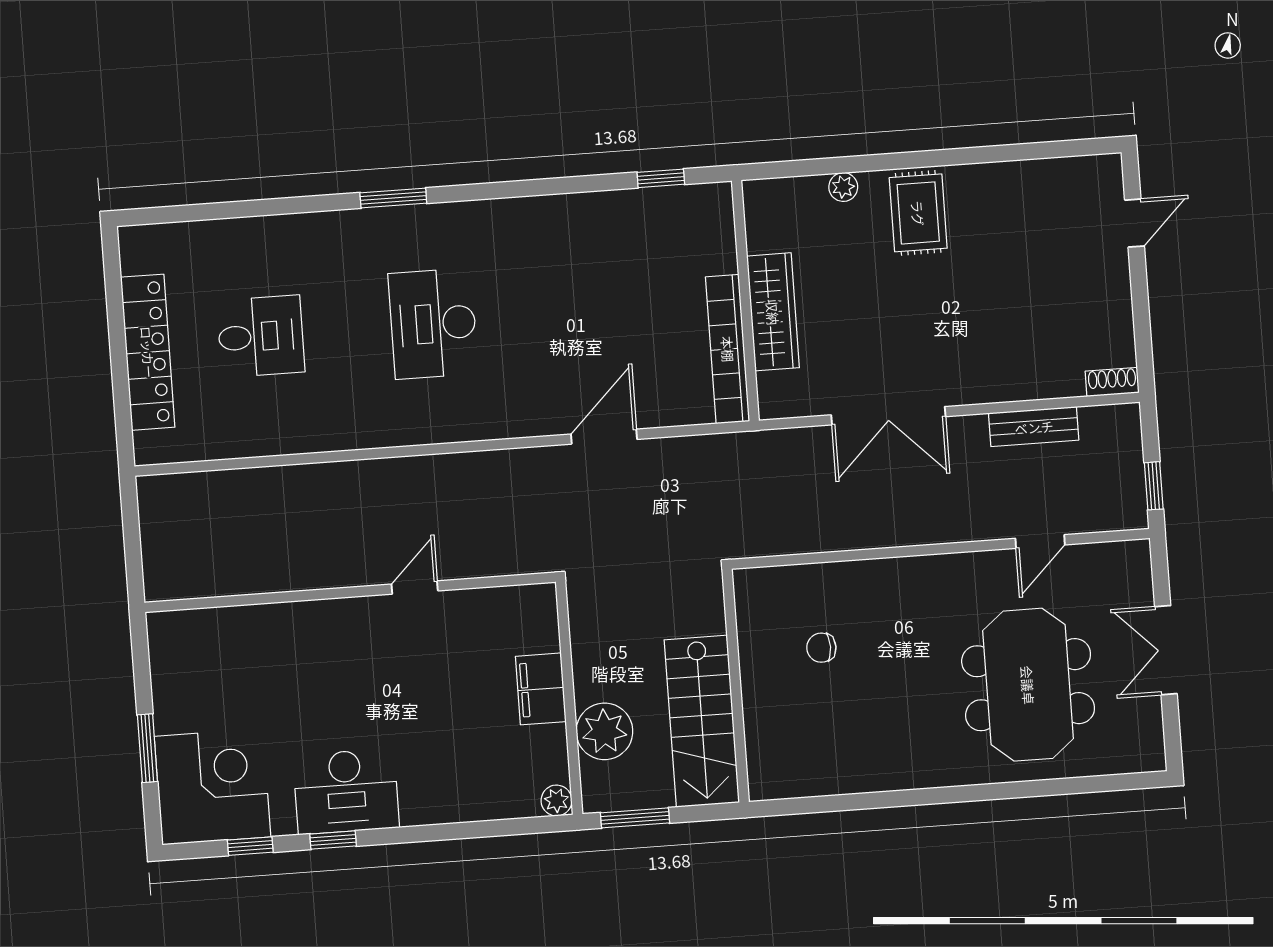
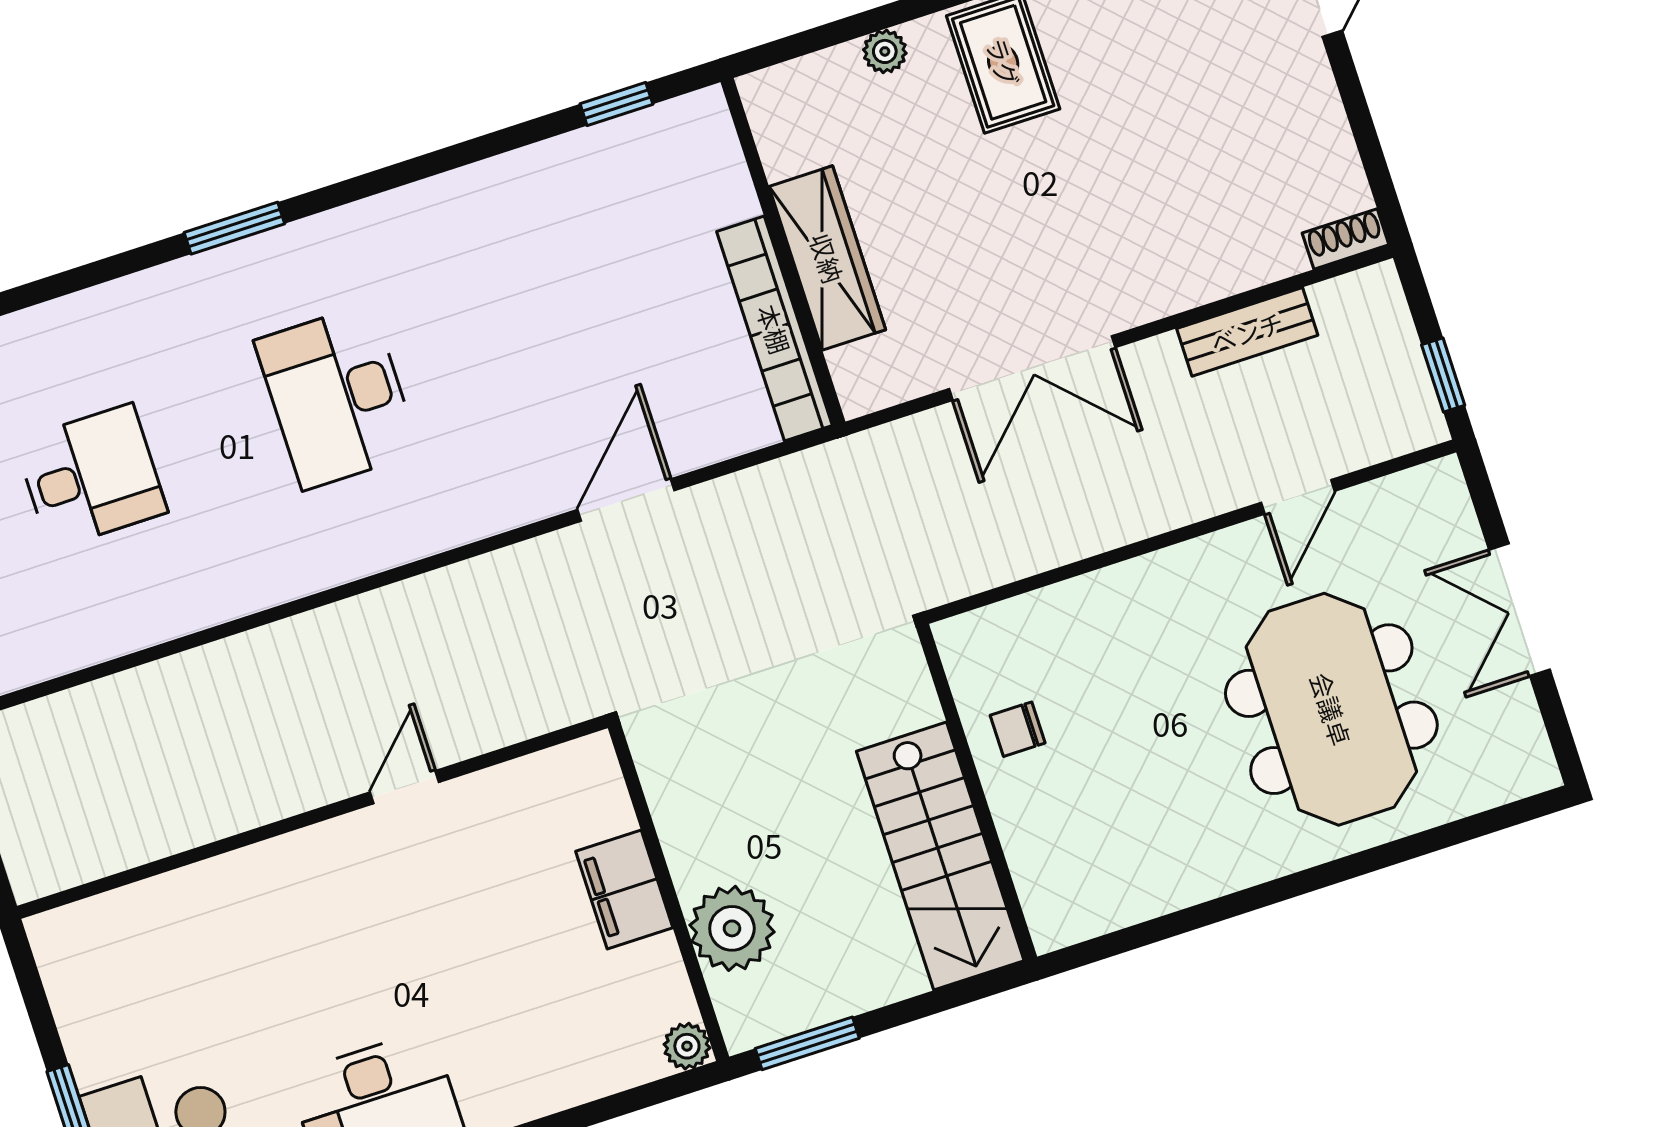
wall: (736, 686) -> (977, 792), moved
stairs: (702, 721) -> (940, 856), moved

